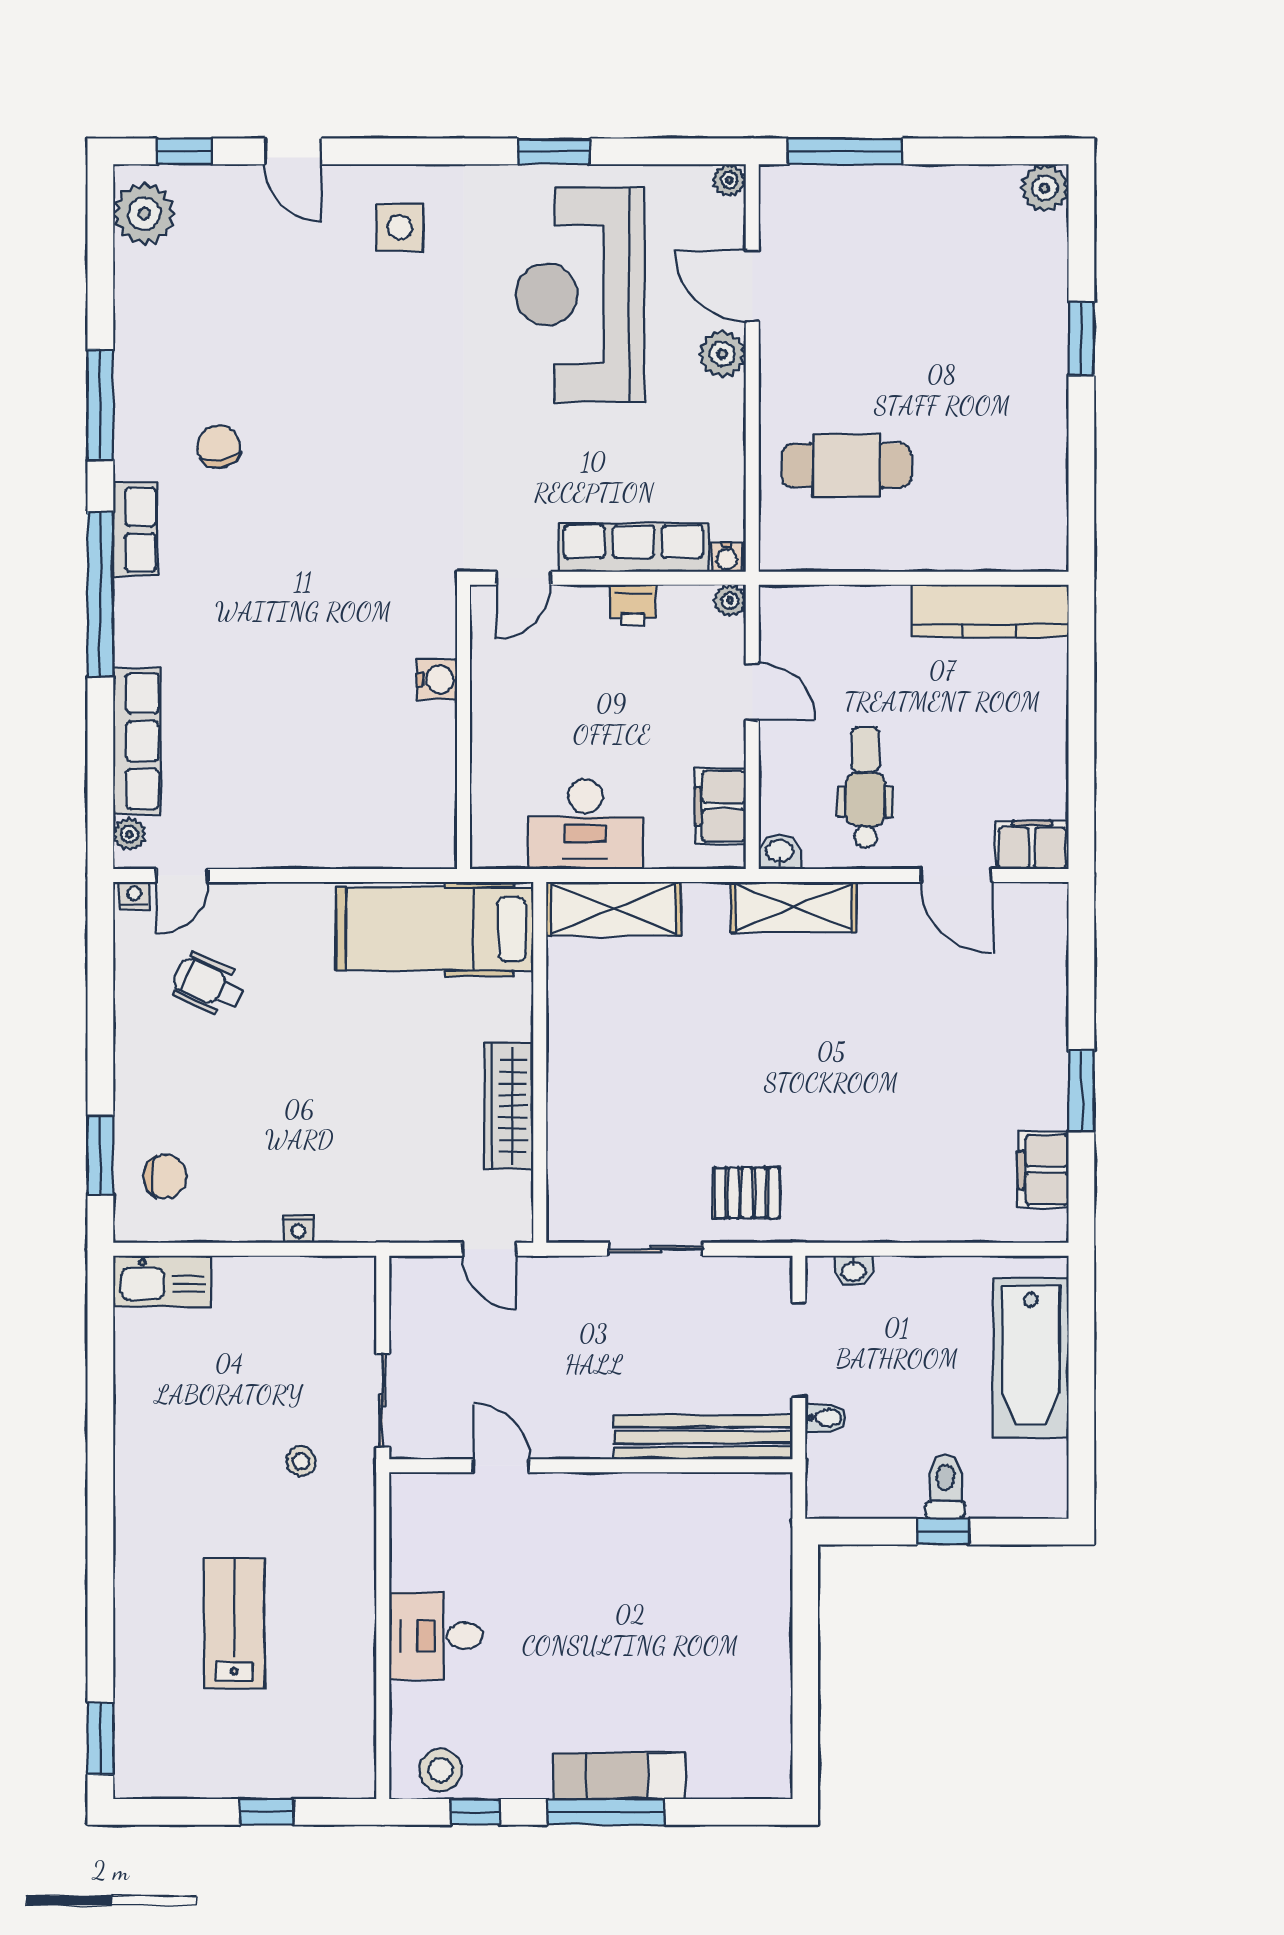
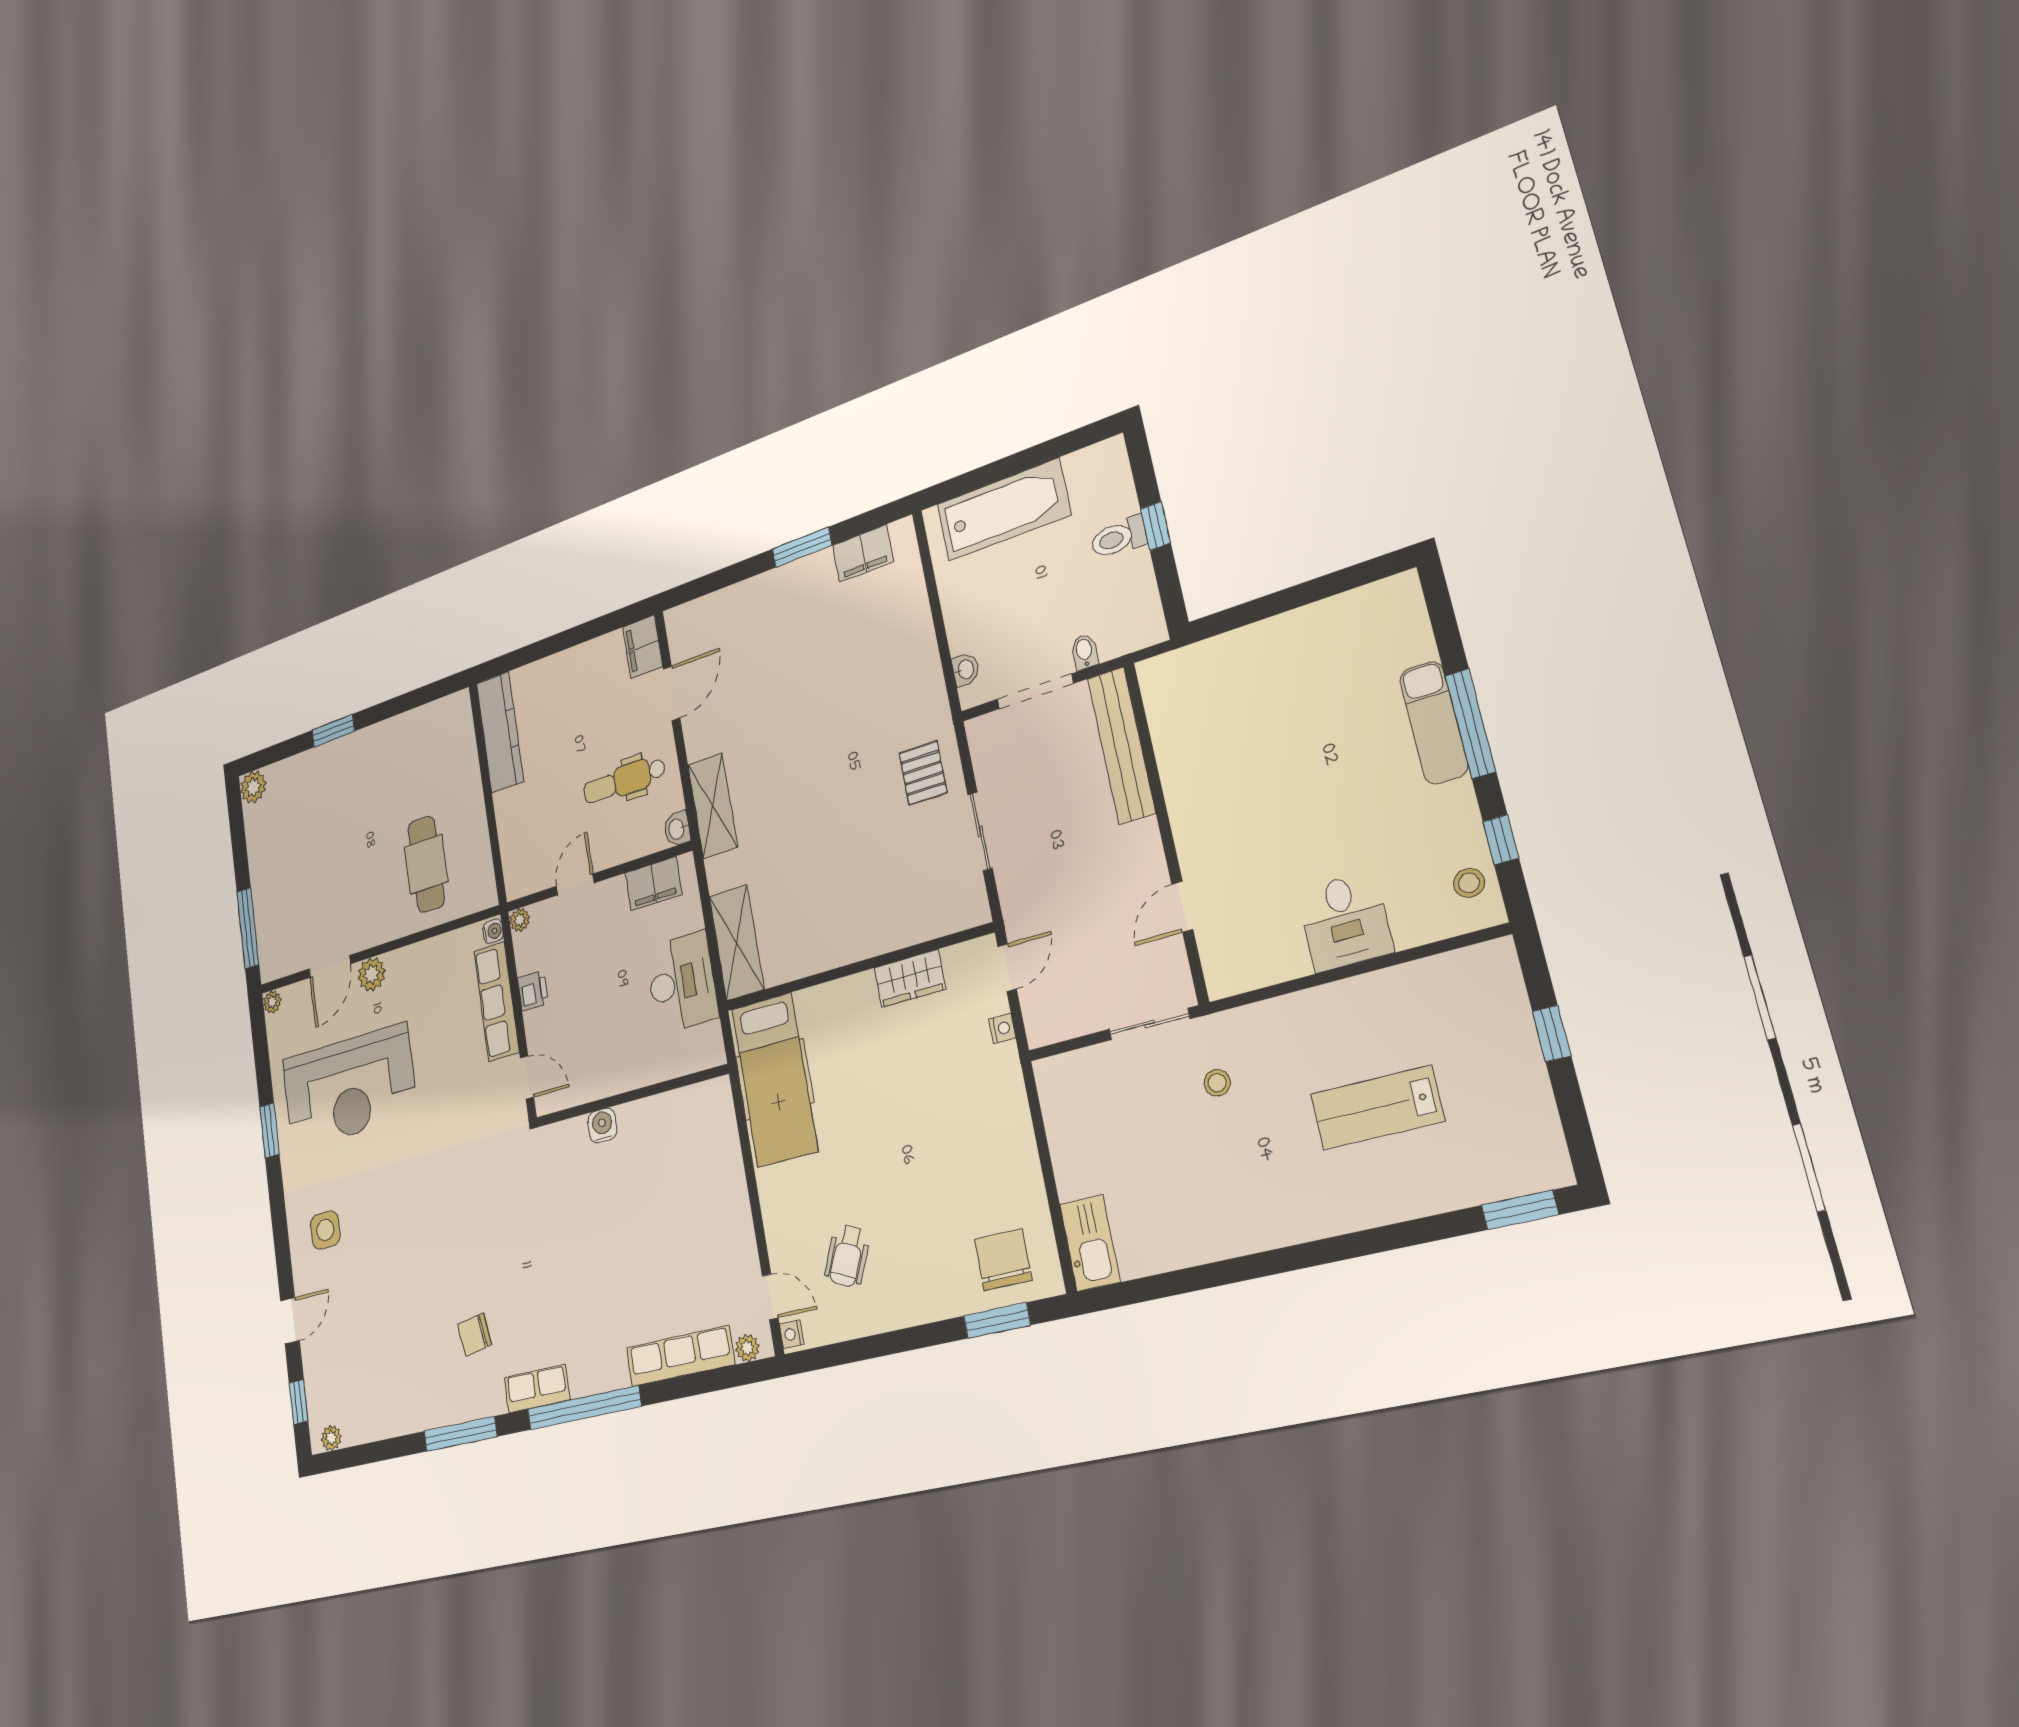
plant: (144, 214) -> (331, 1438), width x0.53, depth x0.53
wardrobe: (509, 1106) -> (910, 978), width x0.67
chair: (165, 1176) -> (1003, 1260), width x1.37, depth x1.37
nightstand: (298, 1229) -> (1002, 1028), moved
stool: (441, 1770) -> (1469, 883), width x0.73, depth x0.73

